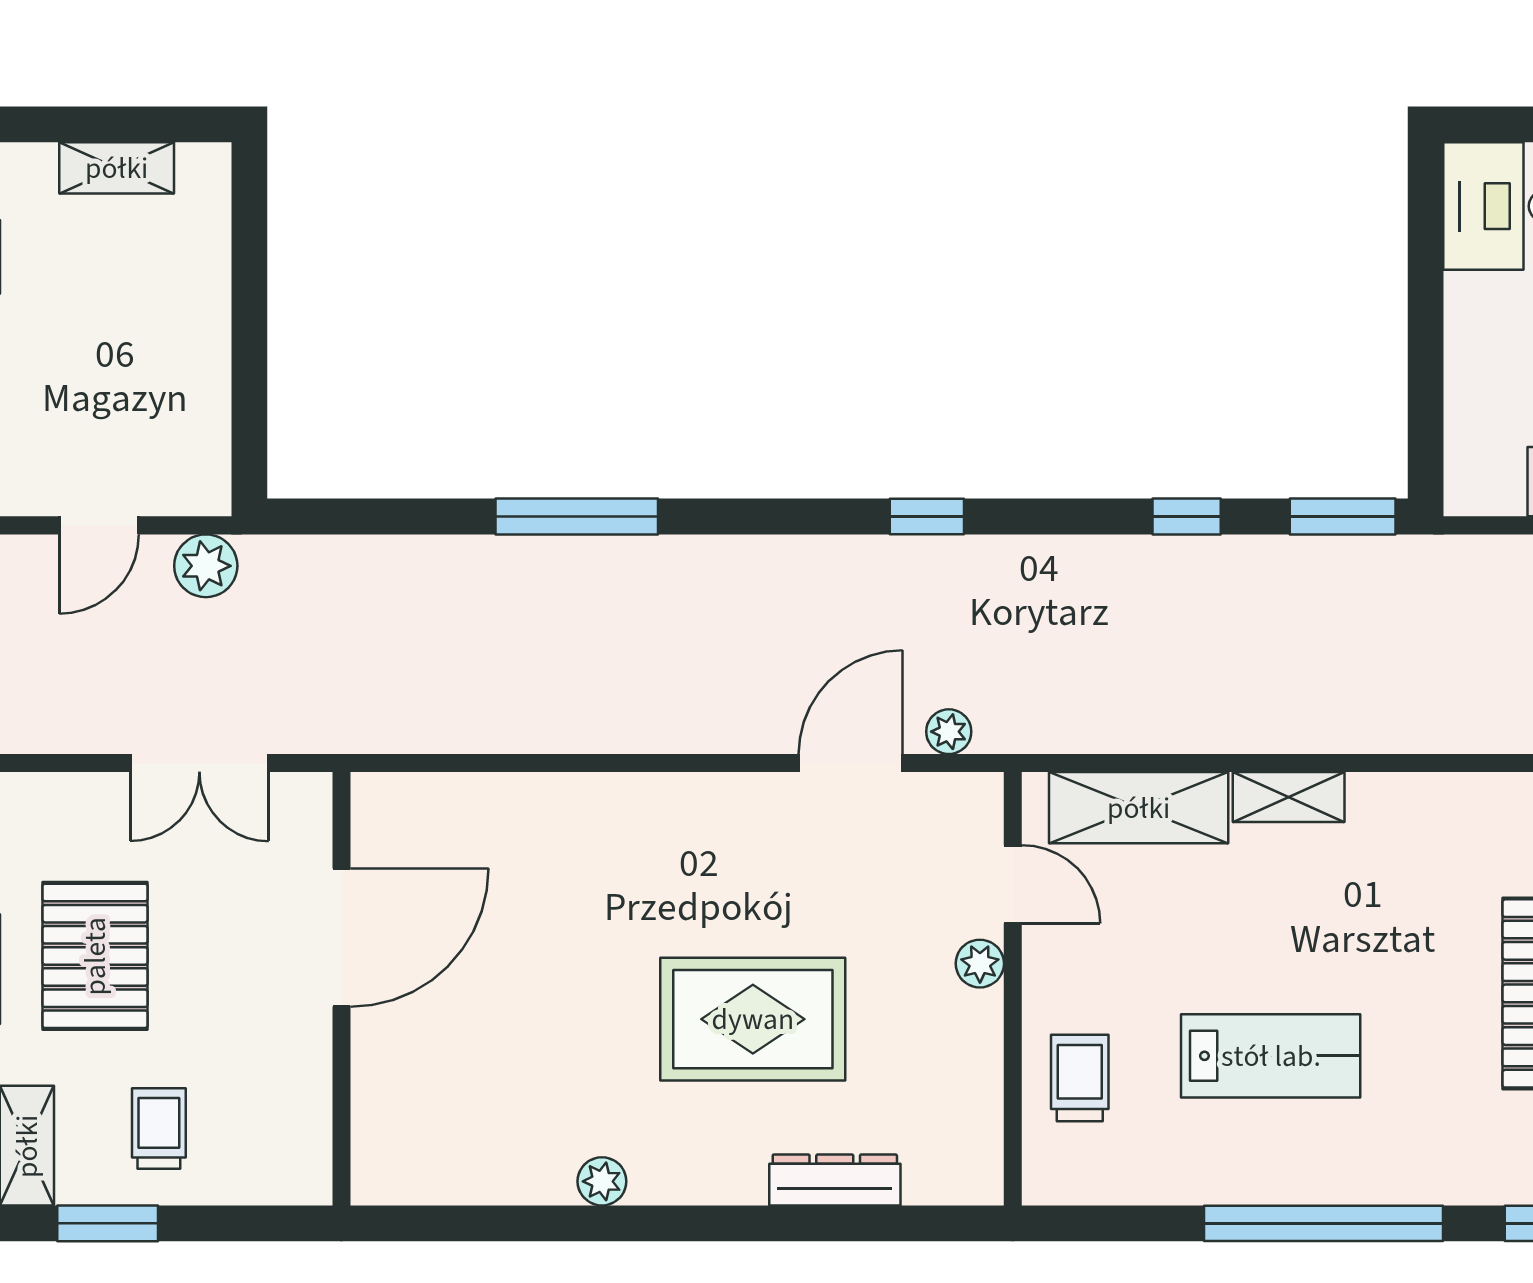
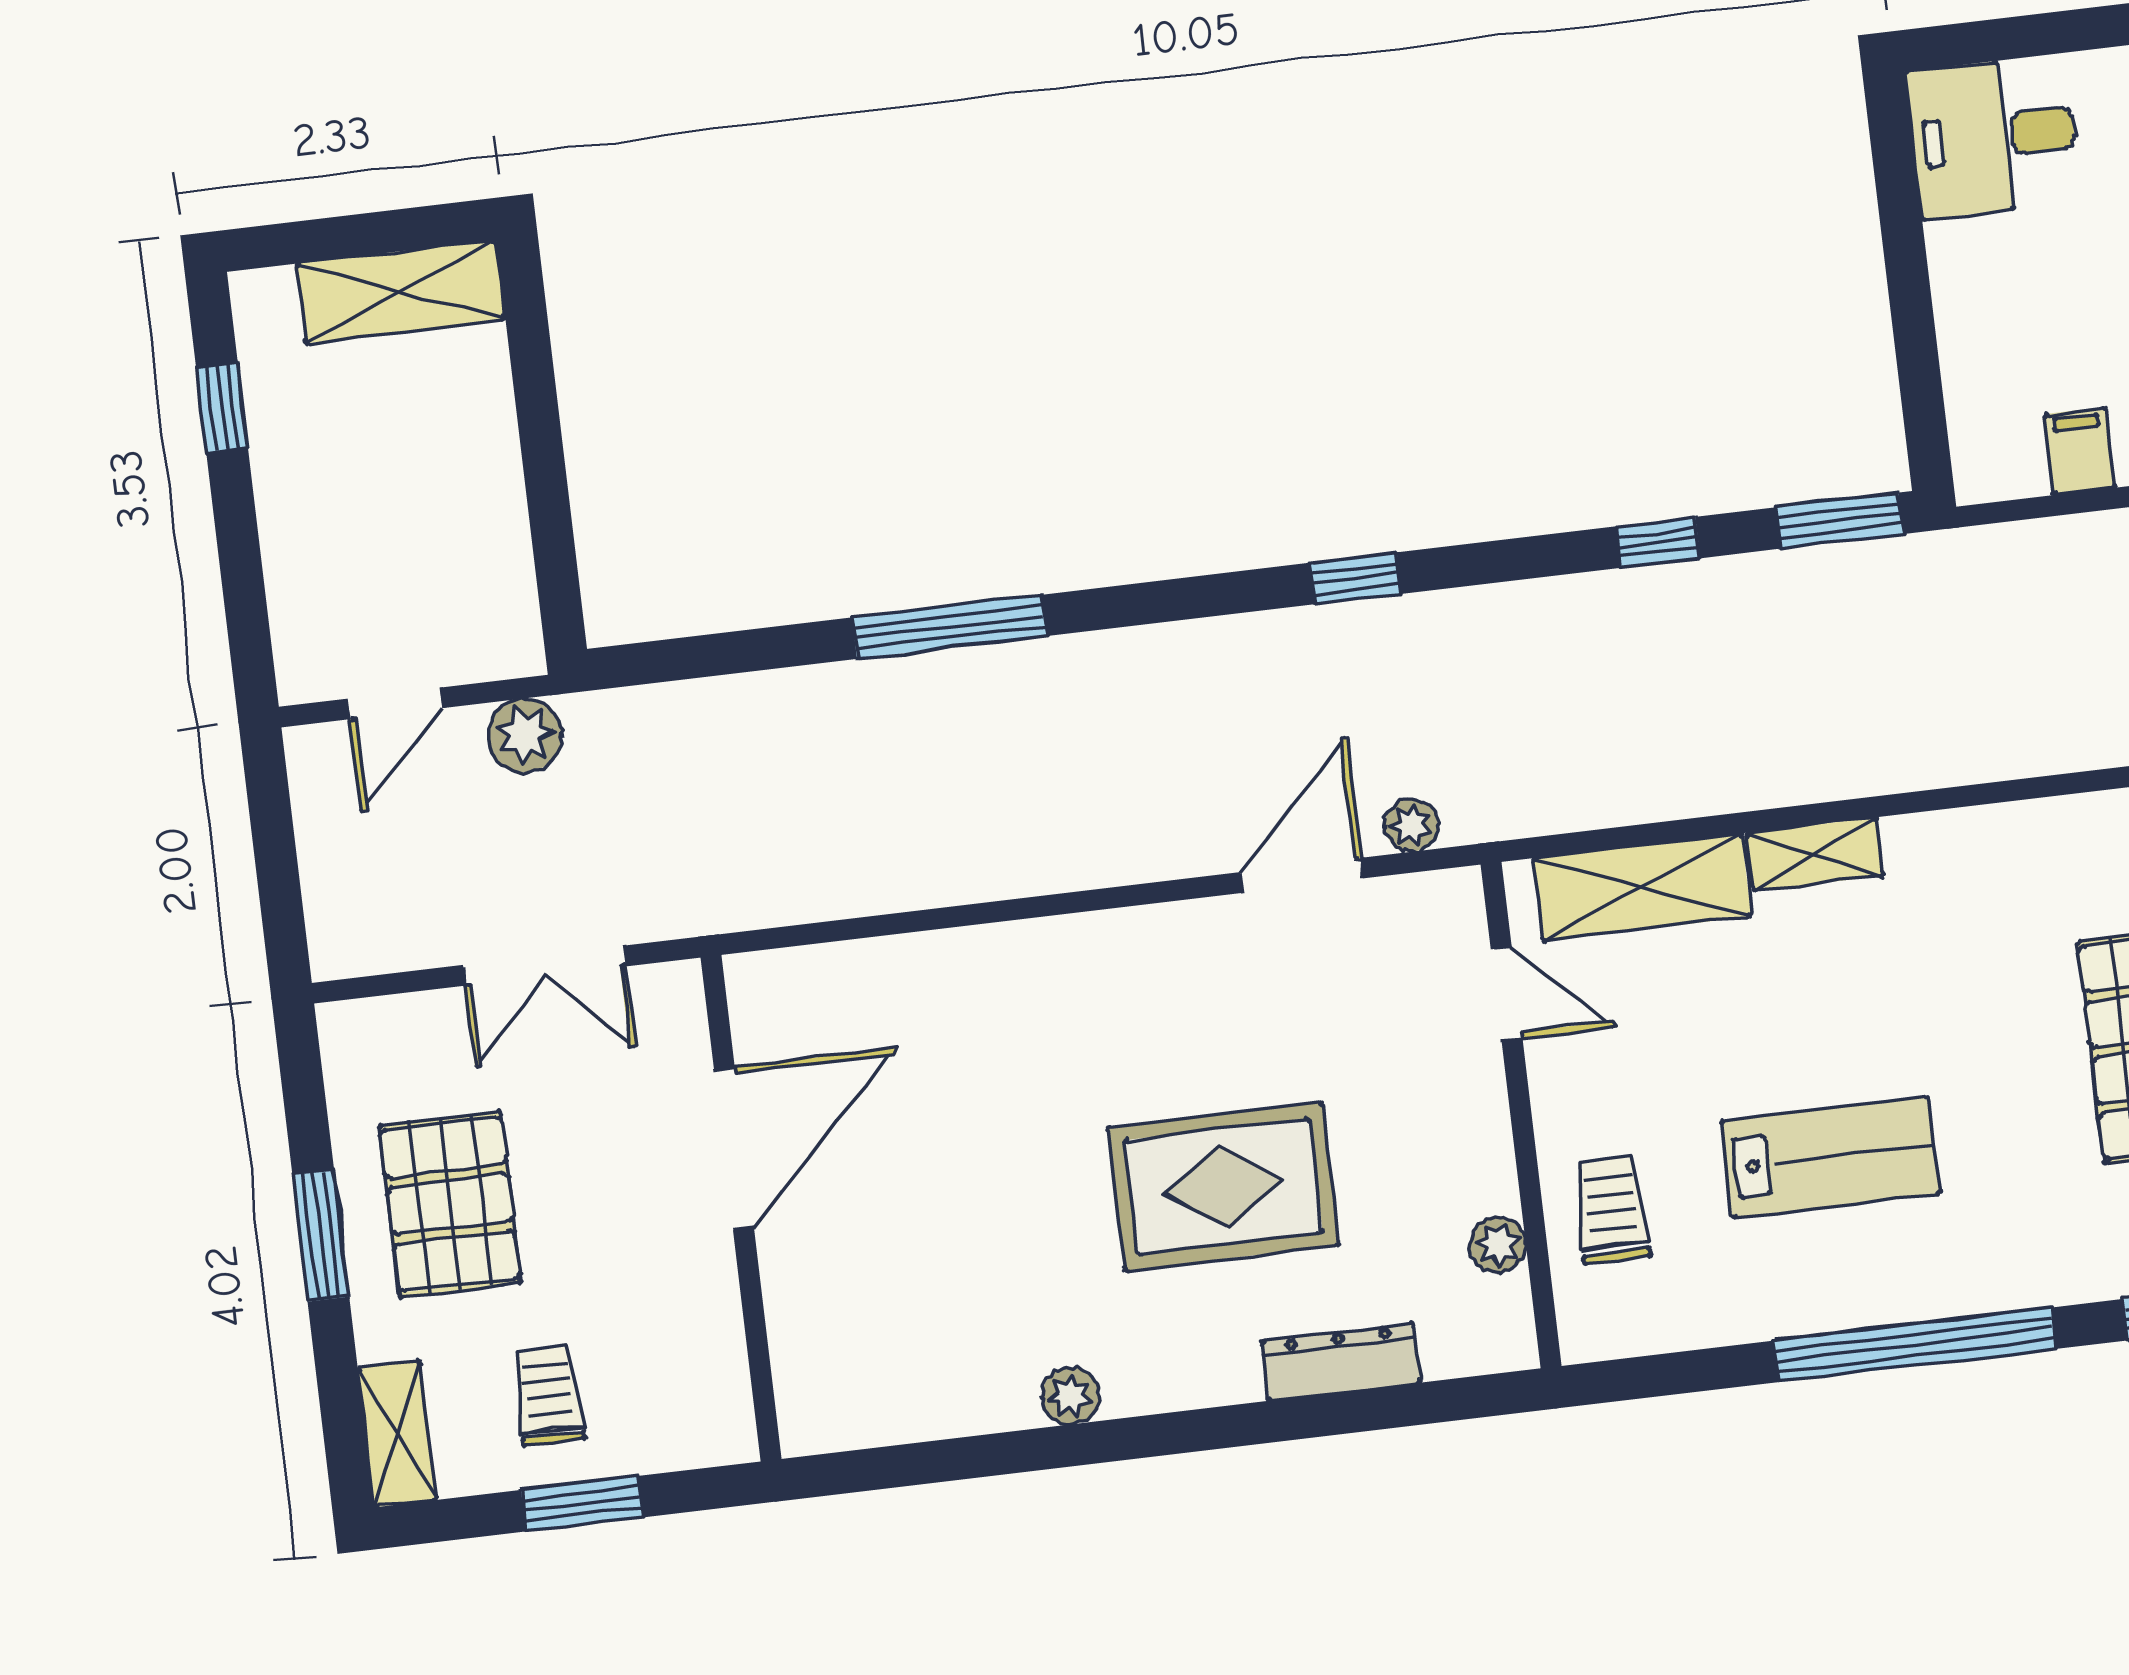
shelving: (117, 168) -> (401, 292), width x1.50, depth x1.33
plant: (980, 964) -> (1498, 1245), moved
window: (108, 1223) -> (582, 1504), moved

